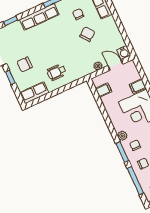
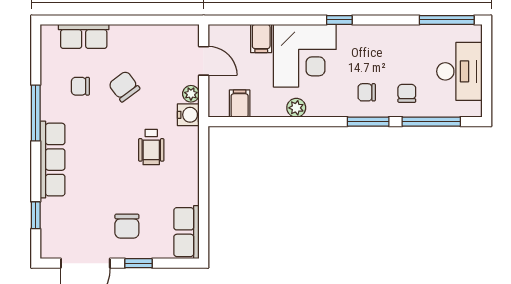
water cooler: (124, 53) -> (188, 115), moved
door: (115, 65) -> (204, 61), swing flipped
wheelchair: (57, 72) -> (151, 147), moved
plant: (122, 136) -> (296, 108), moved

